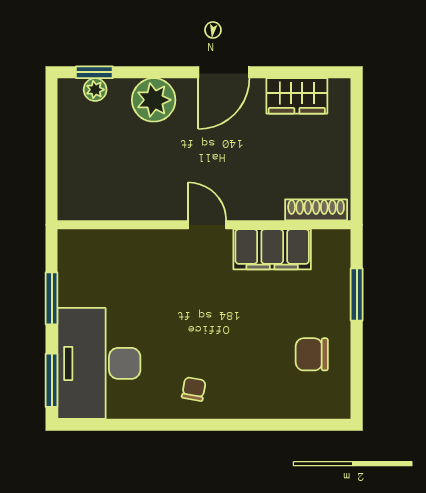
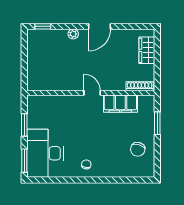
plant: (95, 90) -> (43, 34), removed
wardrobe: (297, 96) -> (147, 50), moved, turned 90
plant: (154, 100) -> (73, 34), width x0.53, depth x0.53
chair: (312, 354) -> (138, 149), turned -73

